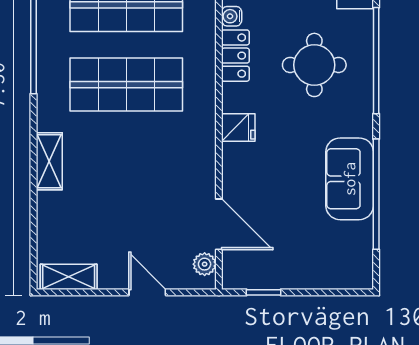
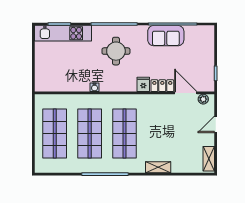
locker: (235, 56) -> (162, 86), moved
door: (219, 224) -> (186, 93), hinge flipped

